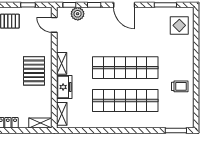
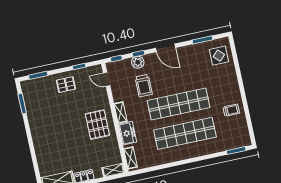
plant: (78, 14) -> (138, 62), moved
trolley: (92, 40) -> (144, 86), added

